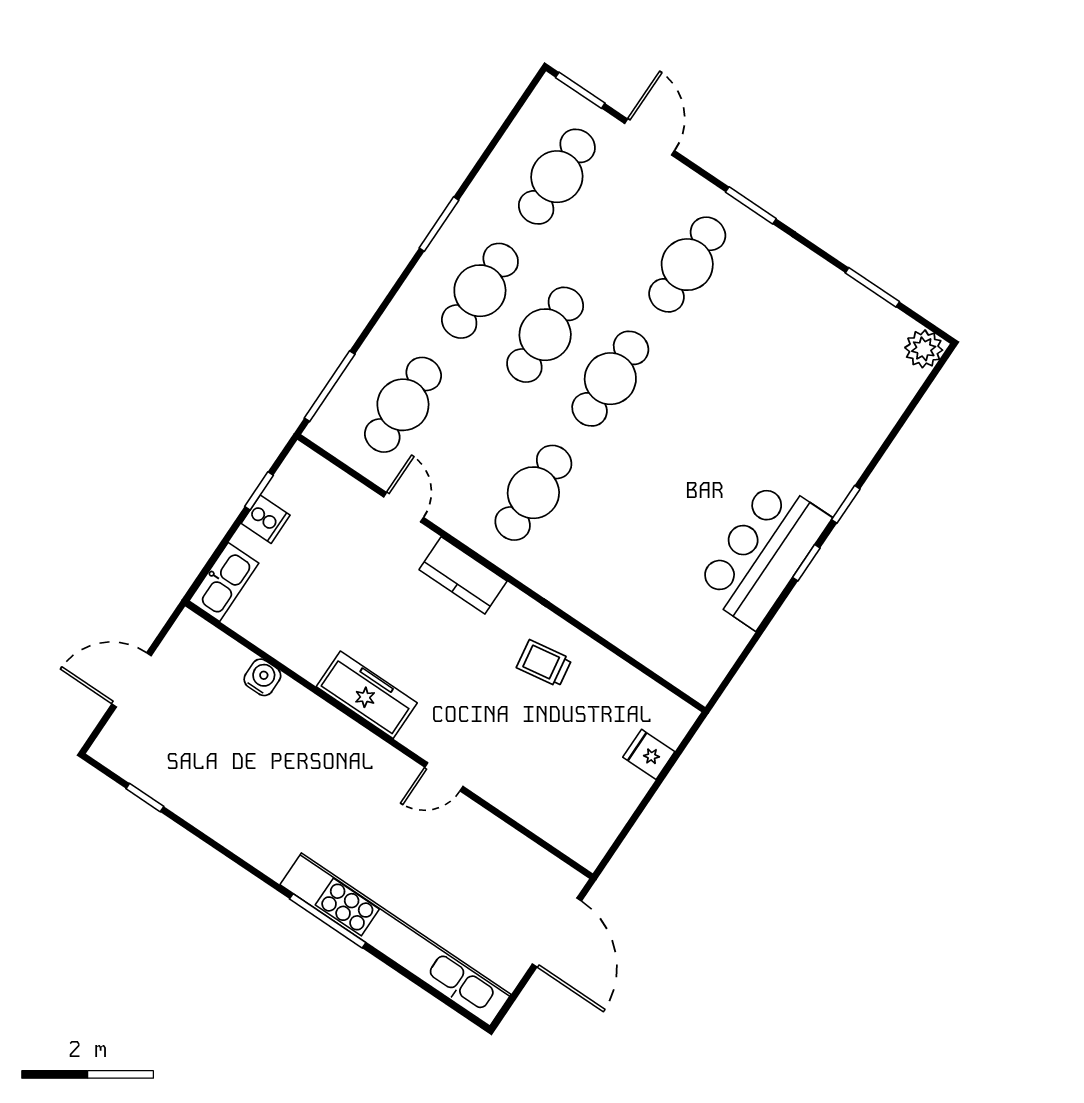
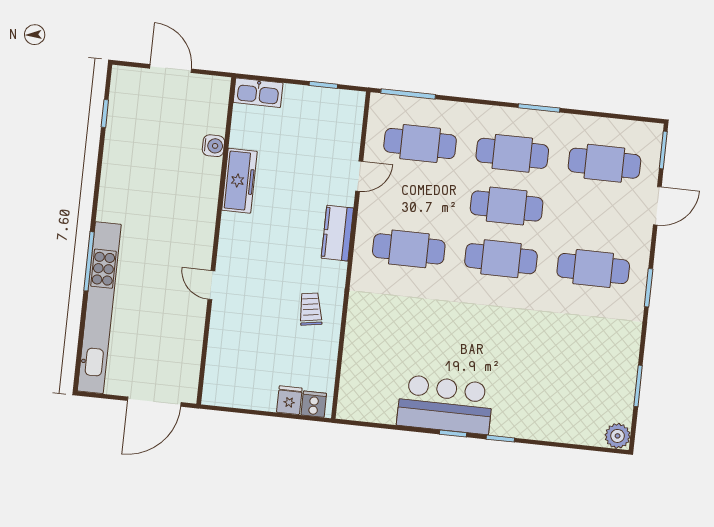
cooker: (266, 519) -> (314, 404), moved, turned 180
freezer: (367, 695) -> (239, 181), moved

